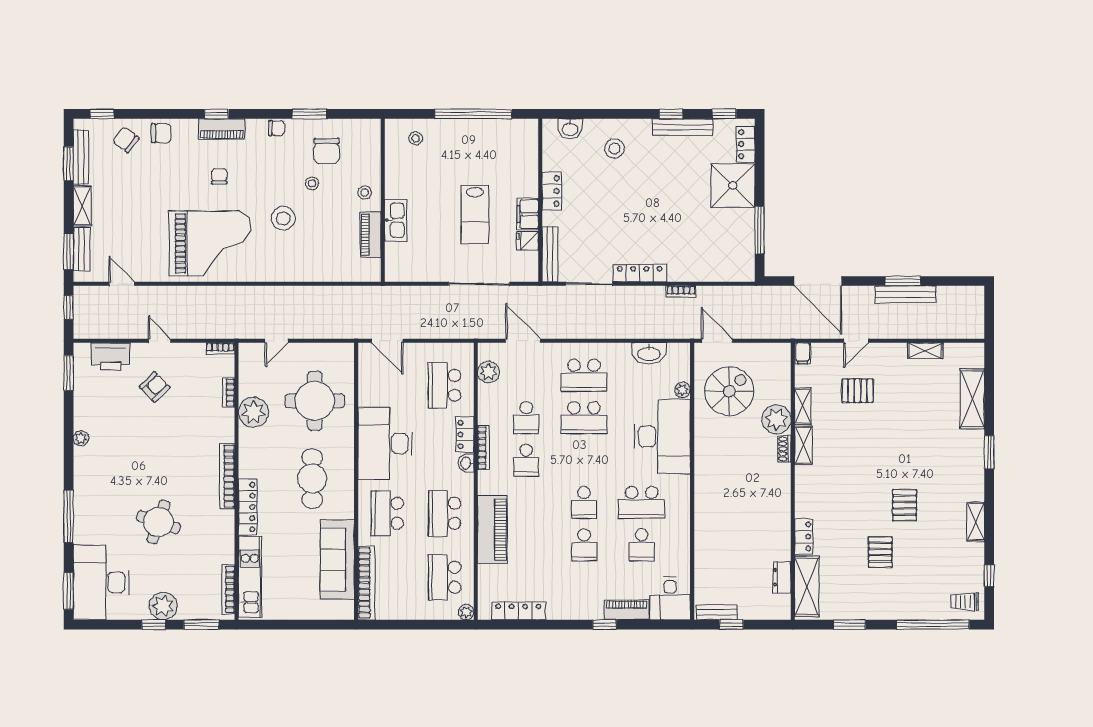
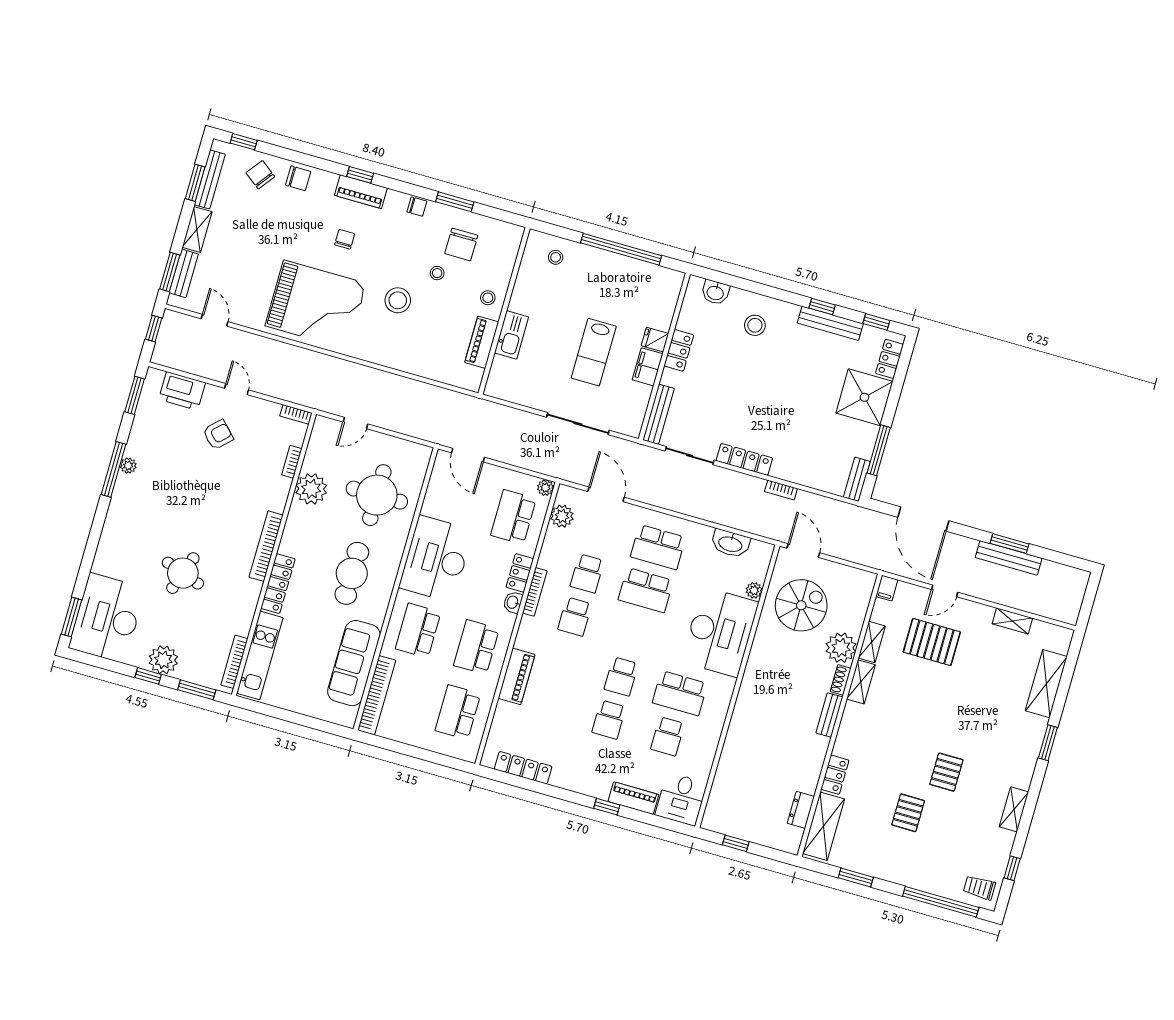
fridge: (527, 241) -> (655, 340), moved
bench: (747, 262) -> (857, 479), added
pallet: (858, 391) -> (932, 642), width x1.50, depth x1.42
window: (69, 516) -> (113, 469), moved
piano: (492, 530) -> (517, 676), width x0.73, depth x0.75
plant: (466, 612) -> (545, 488), moved
bench: (717, 612) -> (829, 715), moved, turned 90

